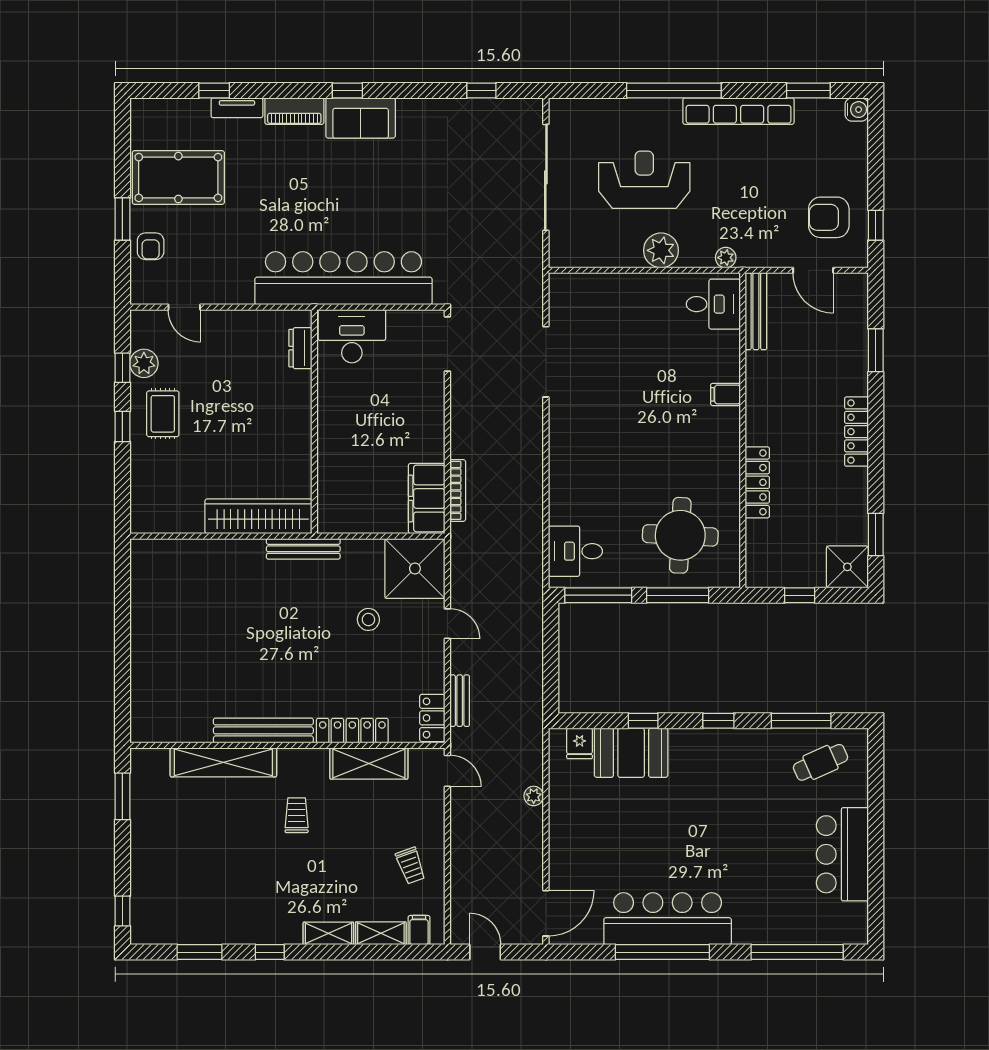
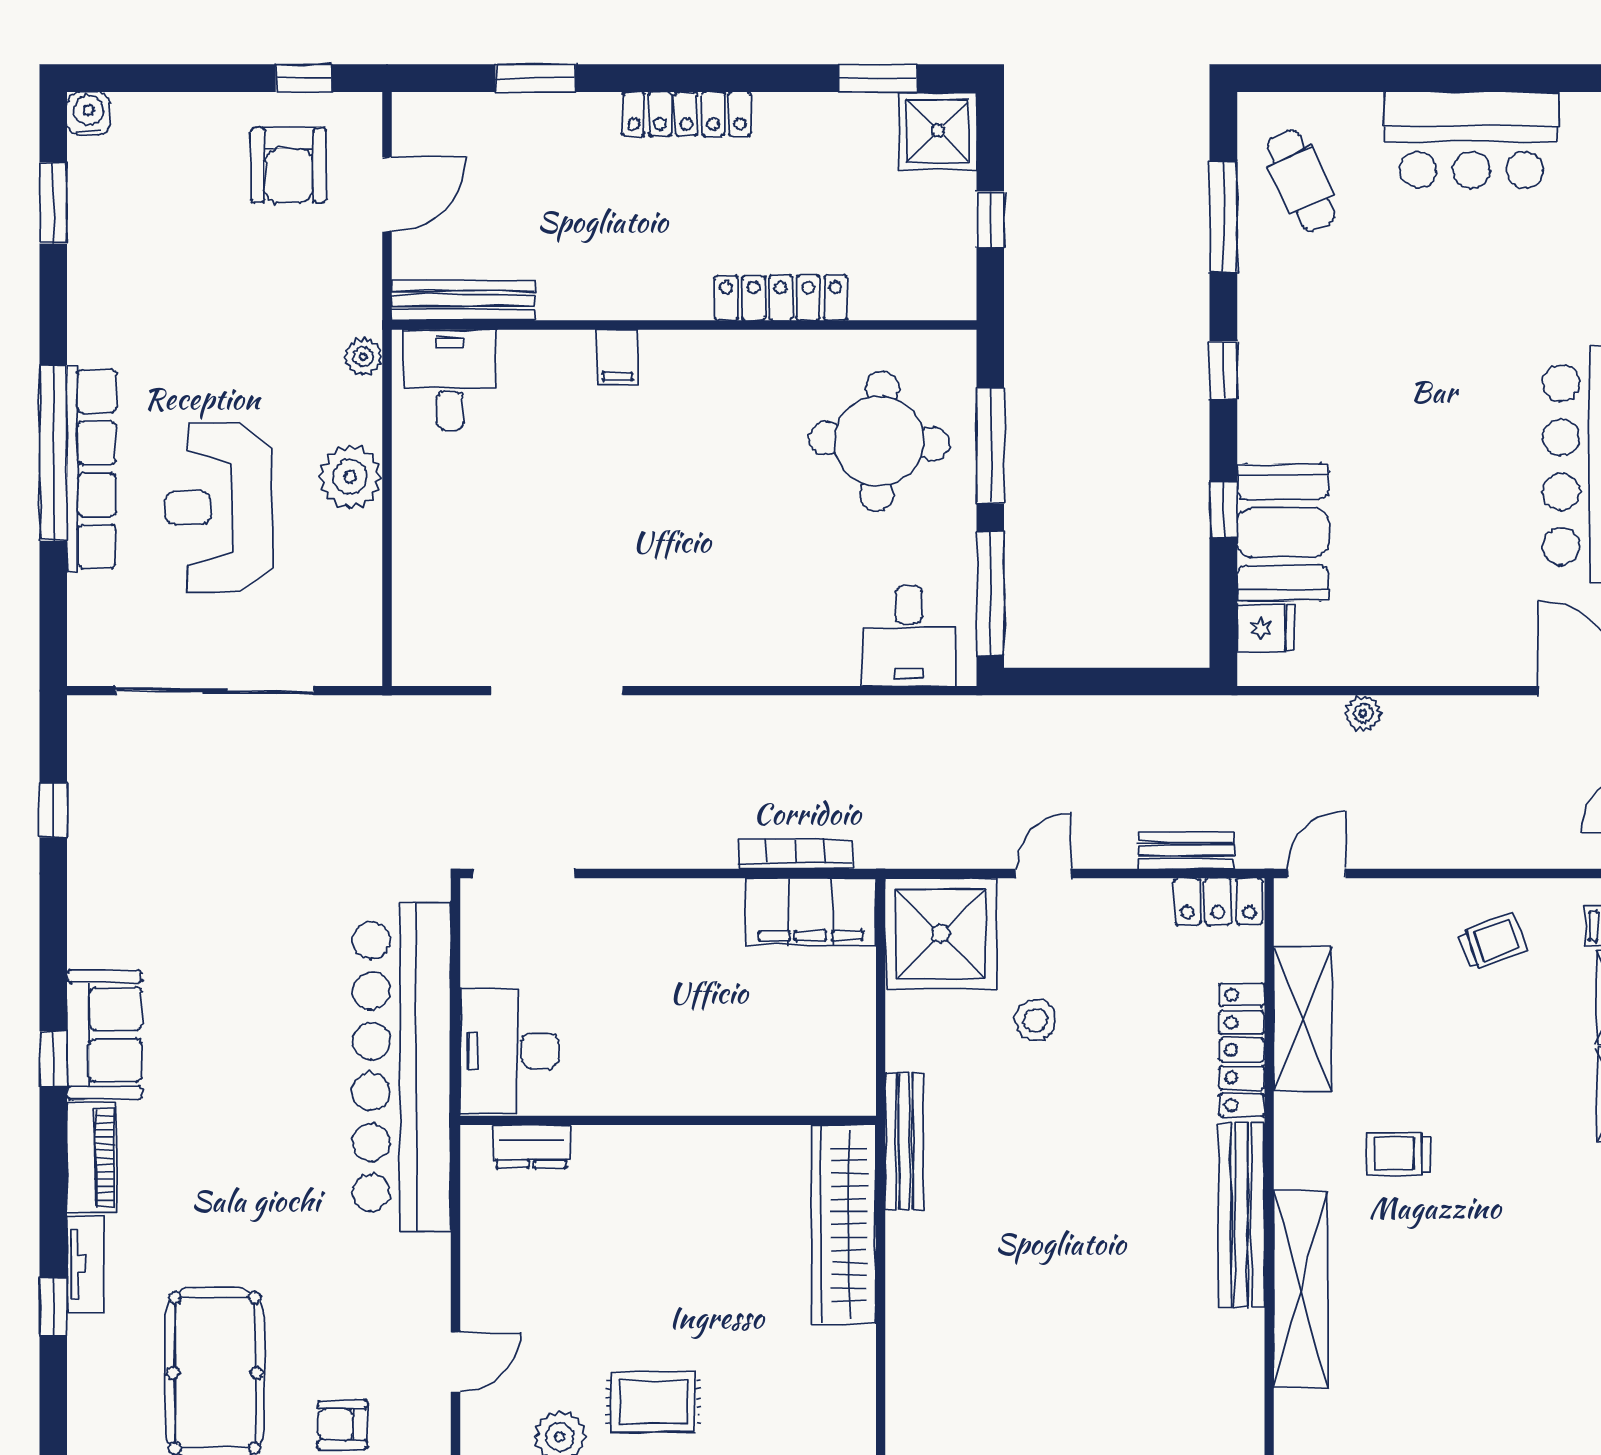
row of seats: (738, 111) -> (91, 469), moved
armchair: (151, 246) -> (342, 1425), turned 180

